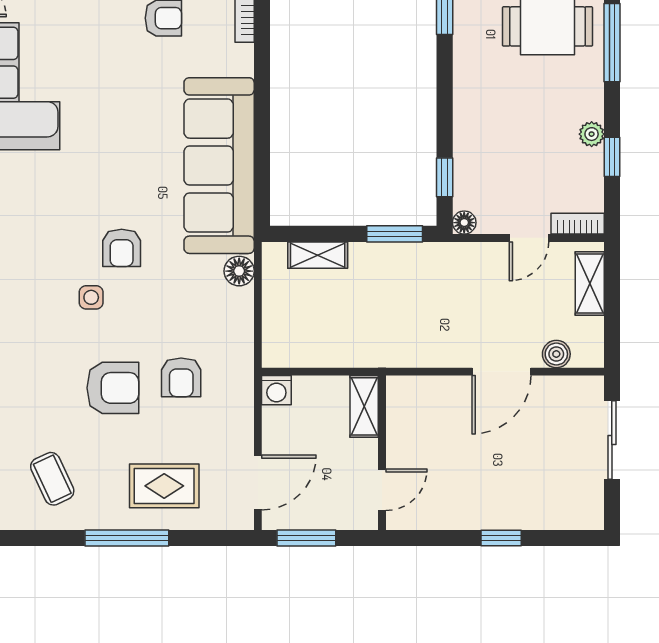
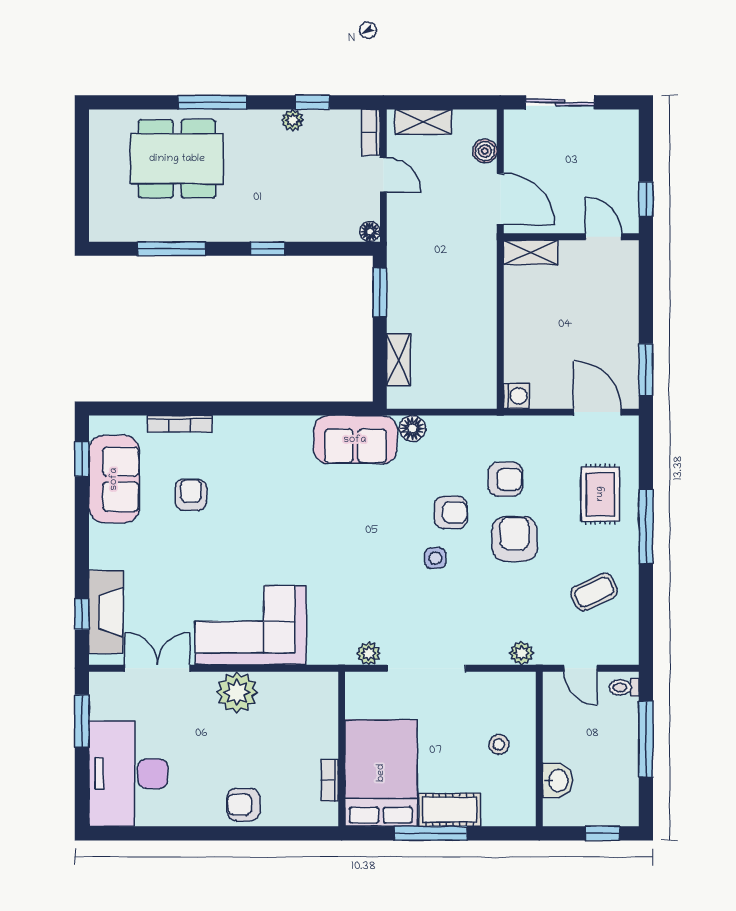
sofa: (219, 166) -> (355, 440), width x0.54, depth x0.79
window: (445, 177) -> (268, 249), moved
armchair: (122, 248) -> (451, 512), moved
shelving: (364, 406) -> (531, 252), moved
wall: (382, 453) -> (571, 237), moved
door: (382, 490) -> (604, 237), moved

